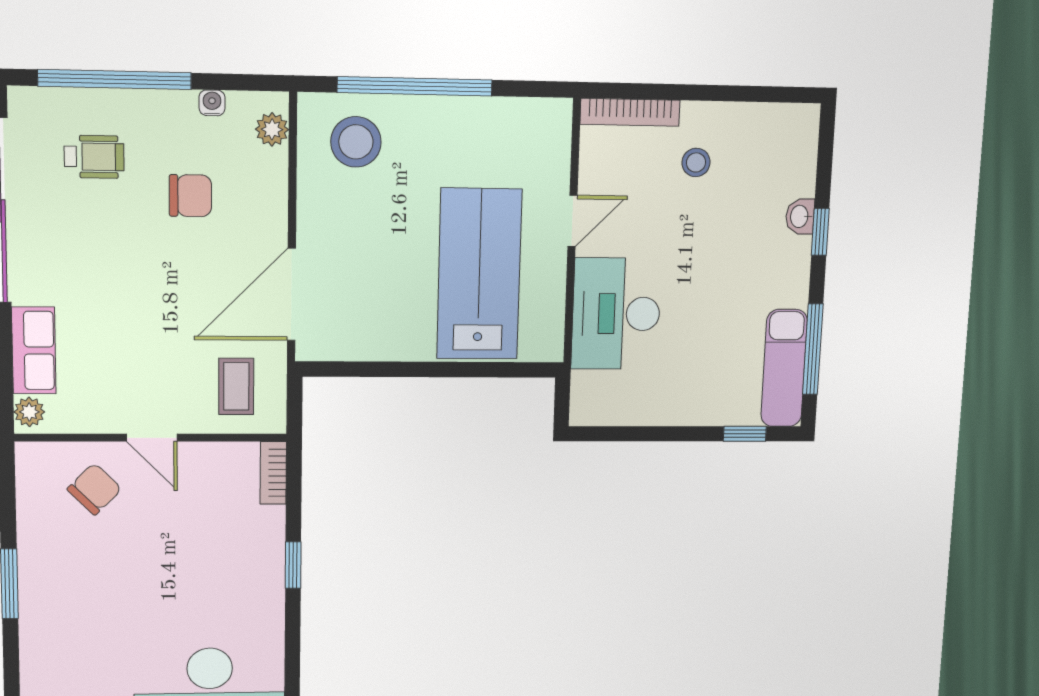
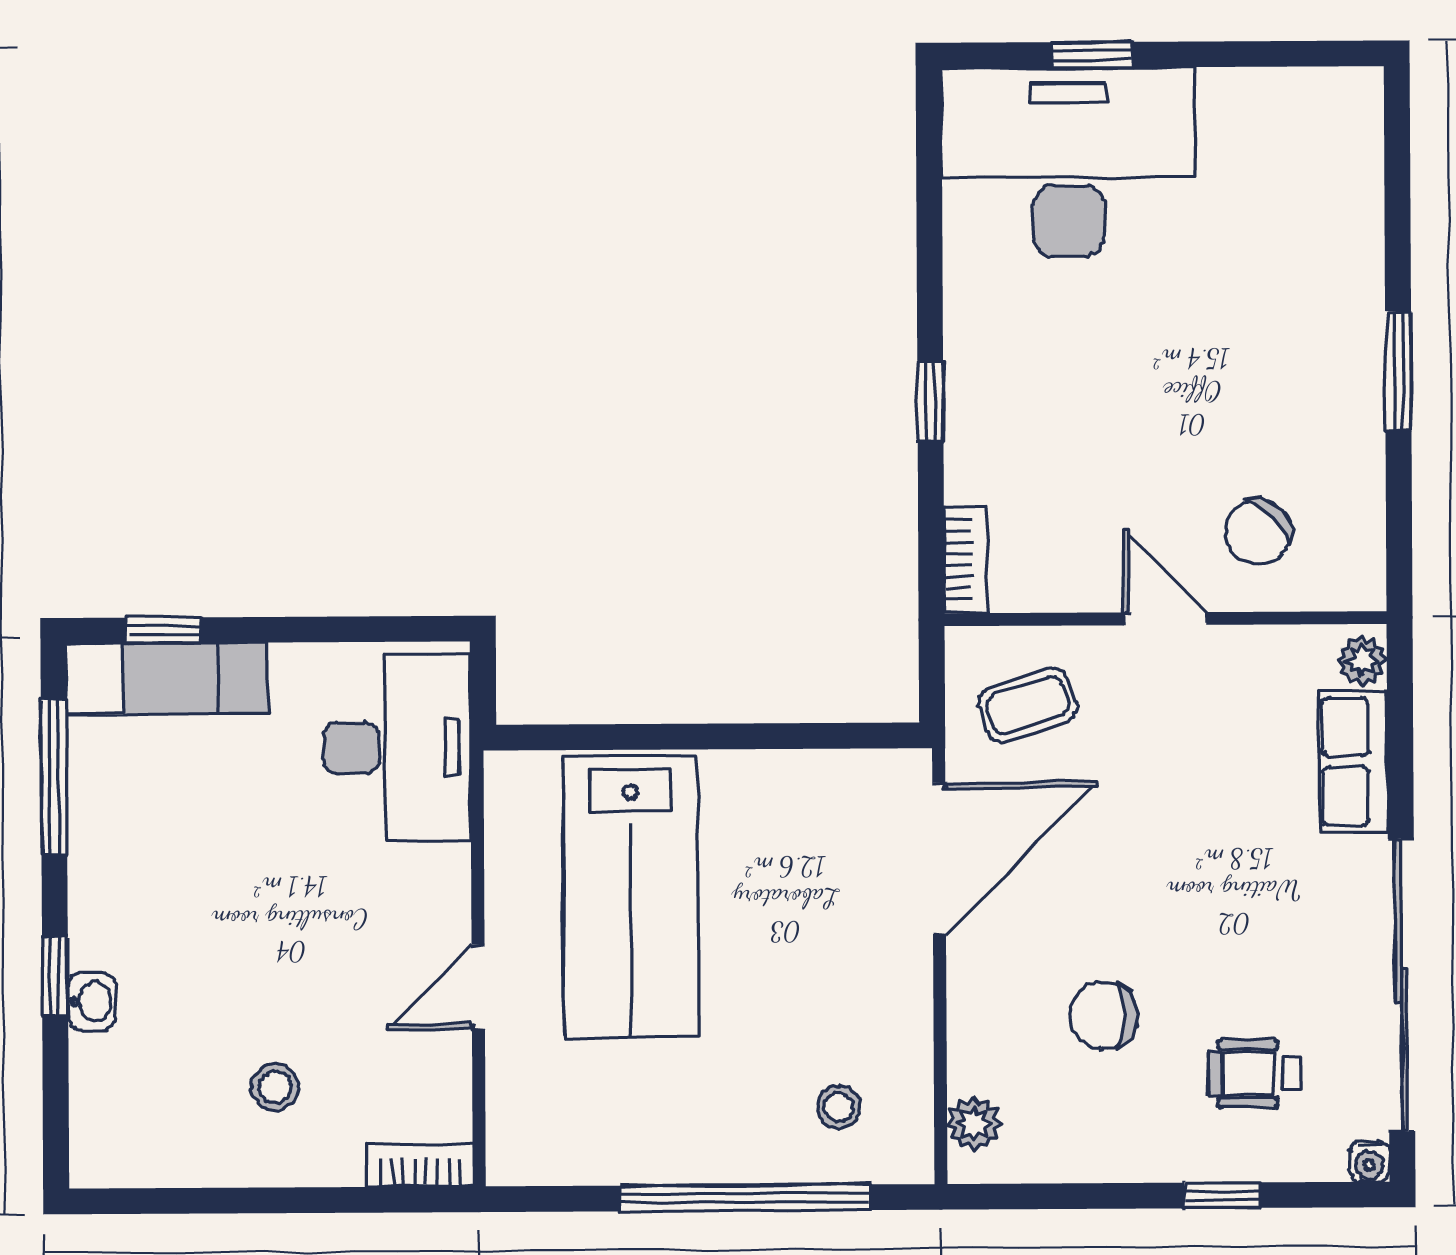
window: (115, 79) -> (1222, 1195), width x0.32
water cooler: (212, 103) -> (1369, 1161), moved
bookcase: (630, 112) -> (420, 1166), width x0.64
stool: (356, 142) -> (839, 1107), width x0.53, depth x0.53
desk: (616, 314) -> (397, 748), moved
exam couch: (784, 368) -> (167, 678), moved, turned 90
coffee table: (236, 386) -> (1028, 705), turned 72

